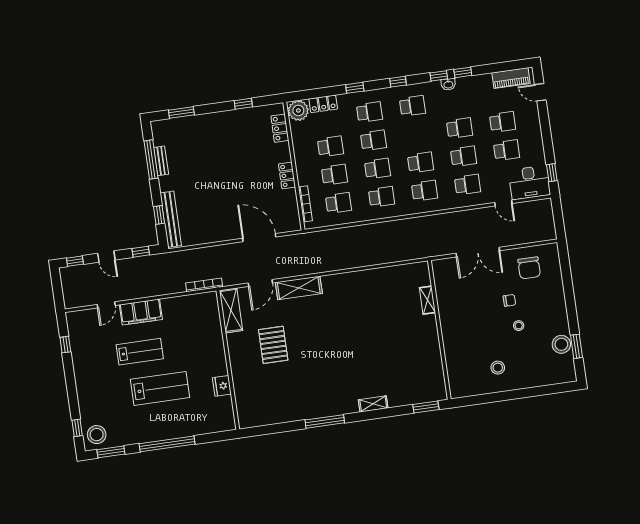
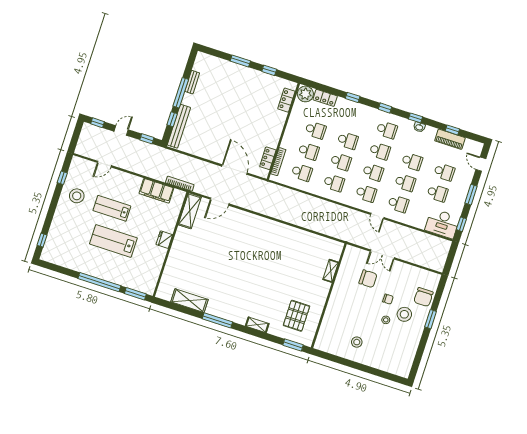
window: (463, 72) -> (452, 130), moved
piano: (511, 78) -> (450, 139), moved
school desk: (369, 112) -> (380, 151), moved
window: (181, 113) -> (240, 61), moved
window: (546, 133) -> (471, 195), added
window: (151, 159) -> (181, 93), moved
locker: (287, 175) -> (268, 158), moved
door: (503, 203) -> (377, 216), moved
double door: (478, 252) -> (382, 254), width x0.73
door: (106, 257) -> (121, 130), swing flipped
chair: (529, 268) -> (423, 297), moved
shelving: (299, 288) -> (189, 301), moved
chair: (475, 288) -> (368, 279), added
filing cabinet: (141, 312) -> (156, 191), moved
stool: (561, 344) -> (404, 314), moved
pallet: (273, 345) -> (297, 316), moved
window: (577, 346) -> (431, 319), moved
lab bench: (140, 352) -> (112, 208), turned 180
fridge: (222, 386) -> (164, 240), moved
lab bench: (160, 388) -> (113, 241), turned 180
stool: (97, 435) -> (77, 196), moved
window: (111, 452) -> (135, 294), moved

